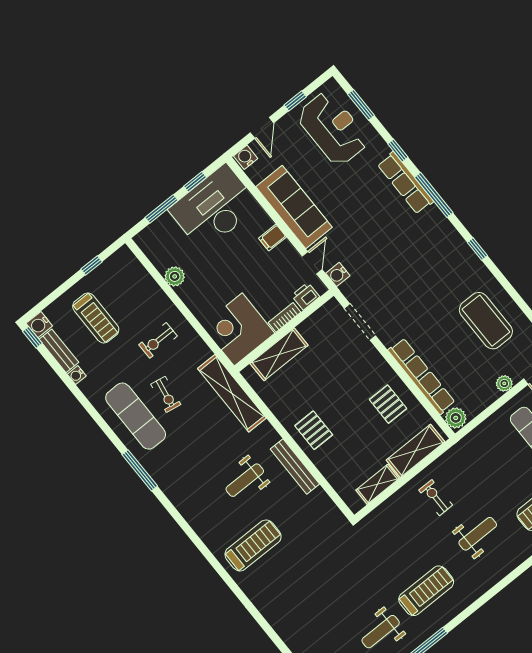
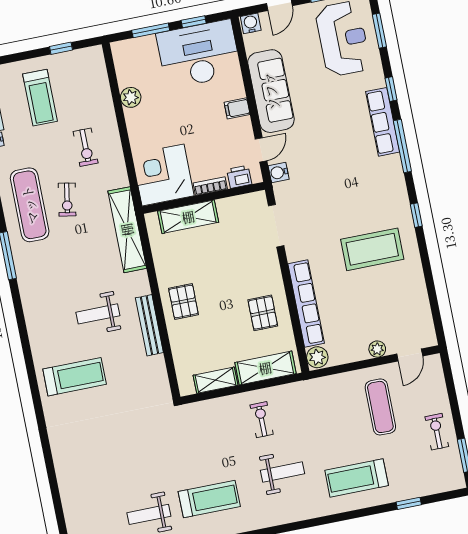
coffee table: (486, 321) -> (372, 249), moved, turned 90
exercise bike: (158, 340) -> (86, 147), turned -90

